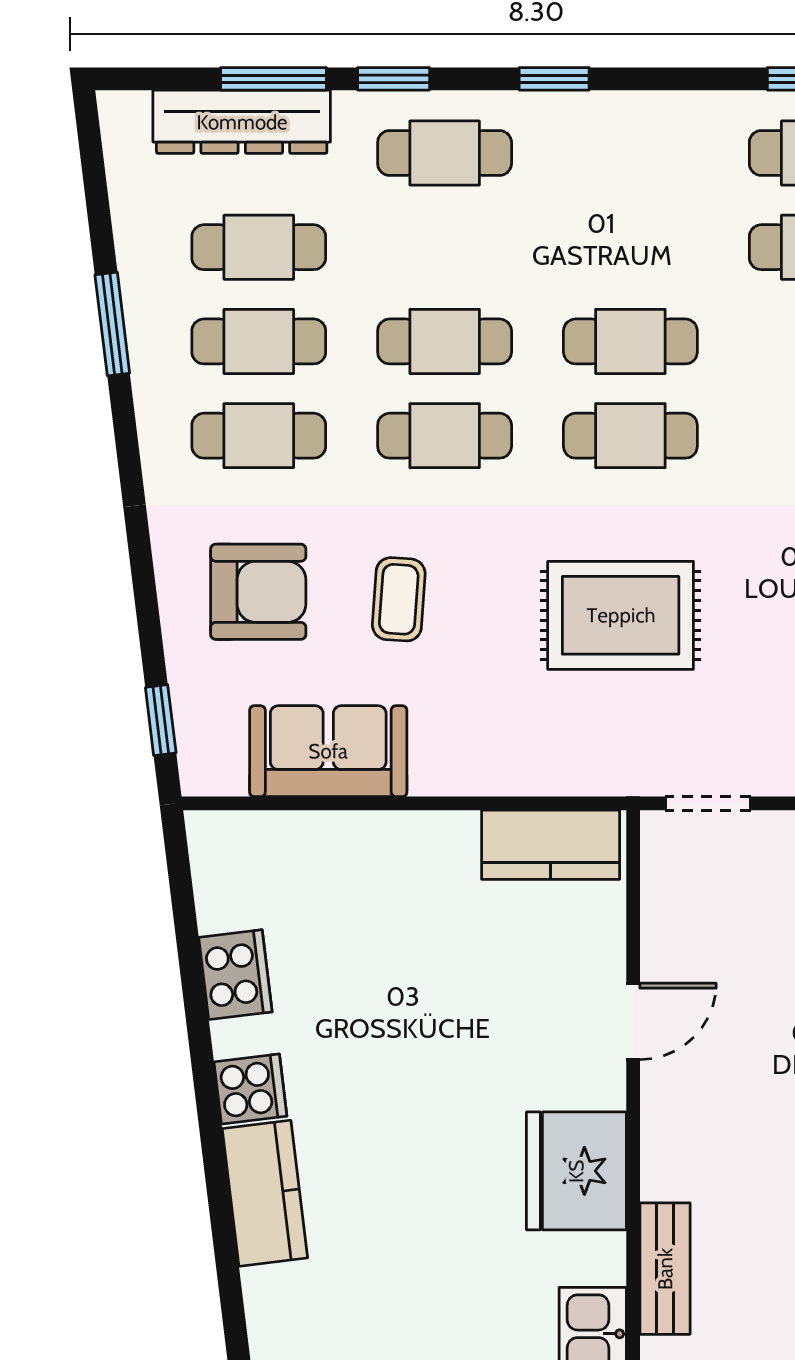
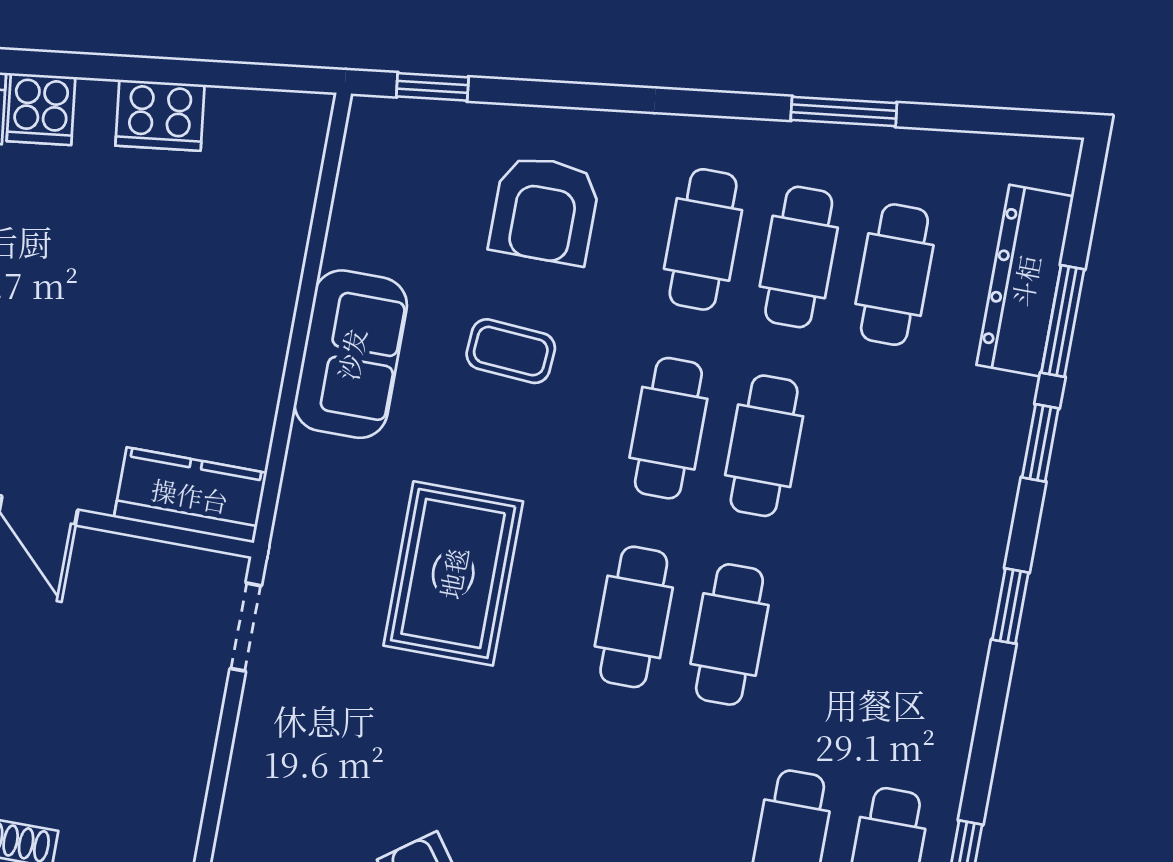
cafe table: (445, 153) -> (956, 481), removed
sofa: (328, 751) -> (351, 354), moved
kitchen counter: (551, 845) -> (190, 495), moved, turned 90

